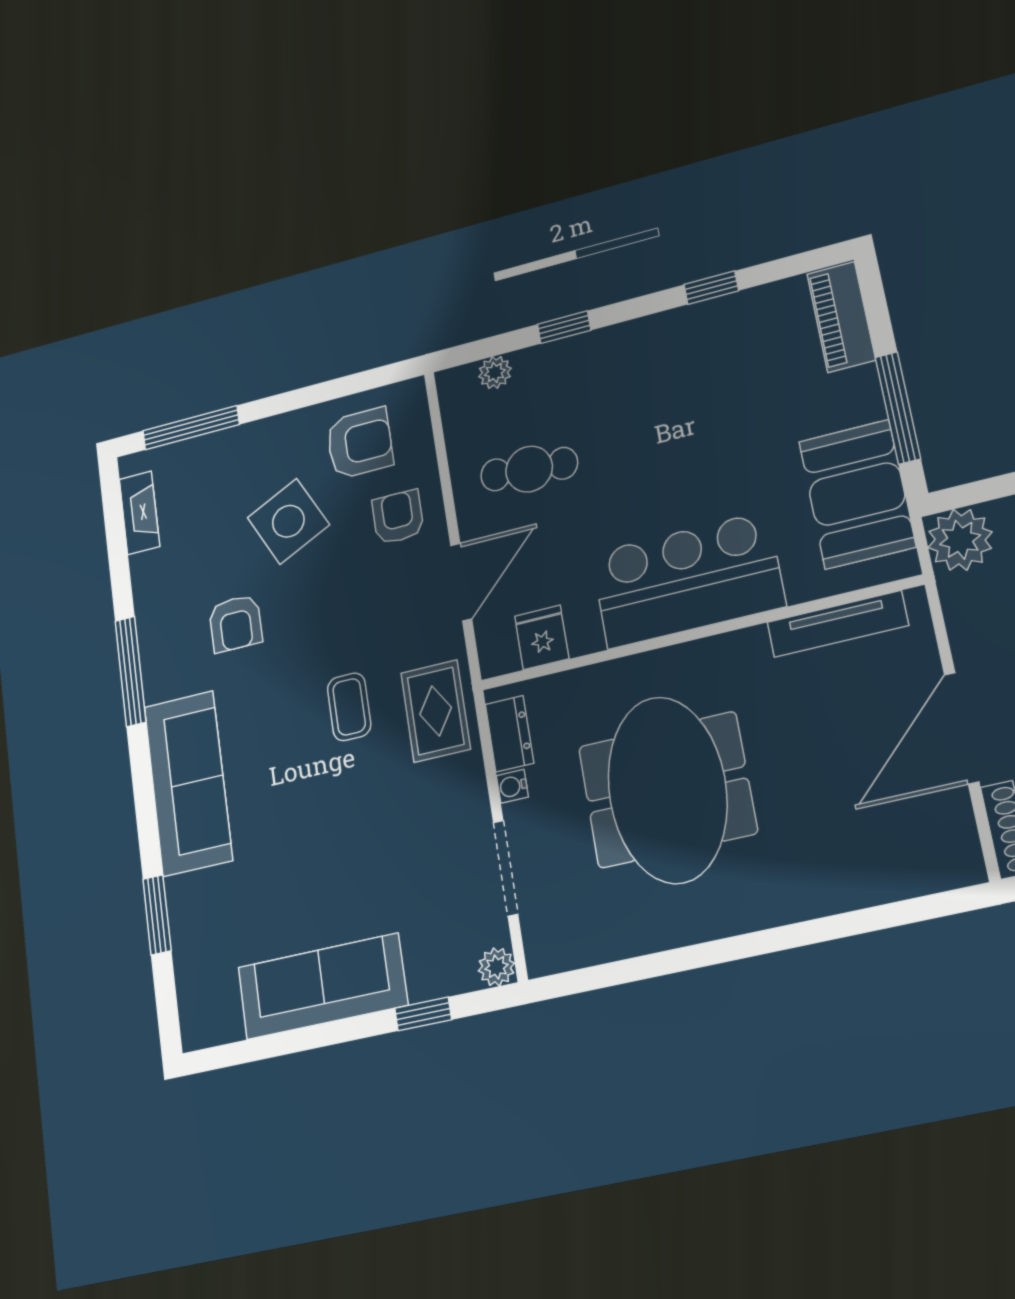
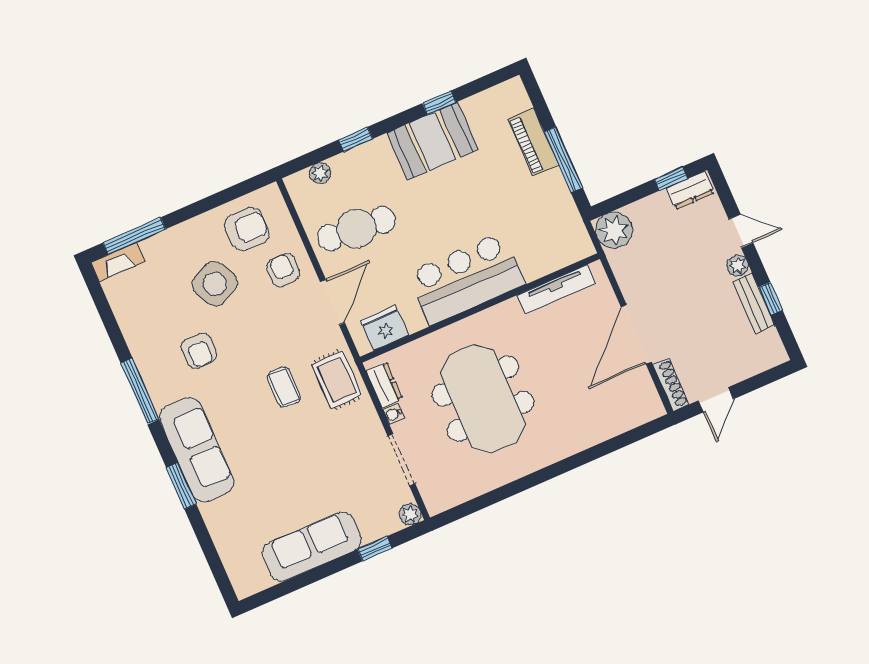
piano: (841, 317) -> (533, 142), moved
cafe table: (529, 469) -> (356, 229), width x1.37, depth x1.35
booth: (857, 494) -> (433, 141), moved, turned 90
fireplace: (139, 513) -> (118, 262), moved, turned 90
fridge: (542, 637) -> (384, 328), width x1.38
window: (157, 915) -> (181, 486), moved

